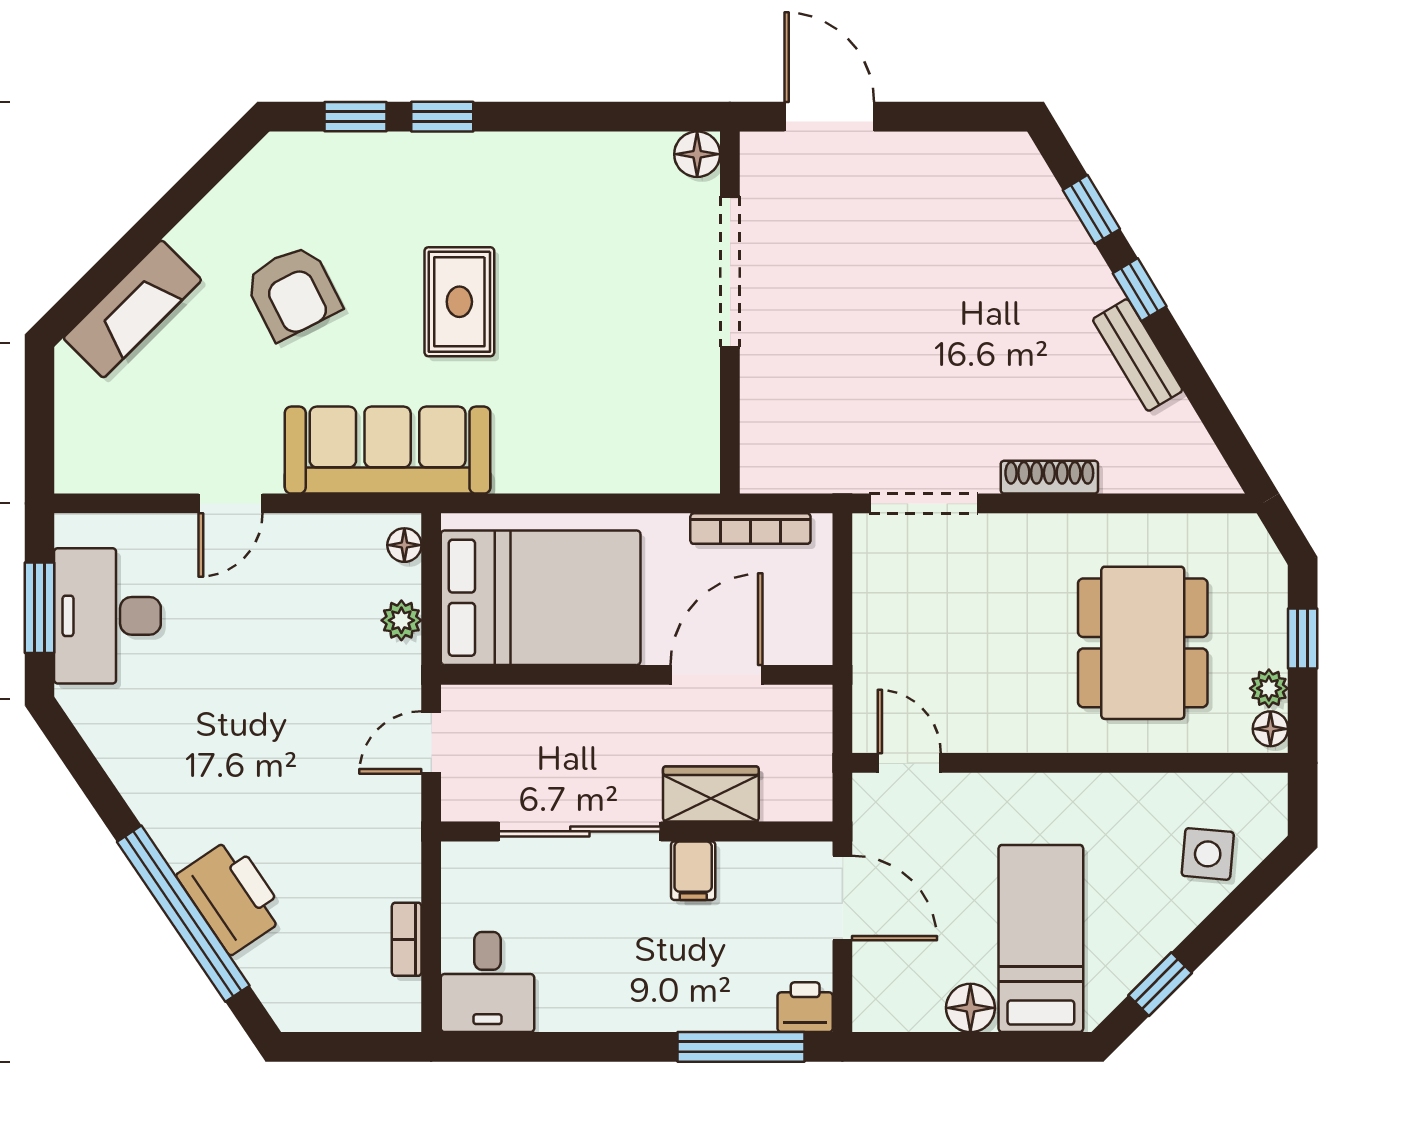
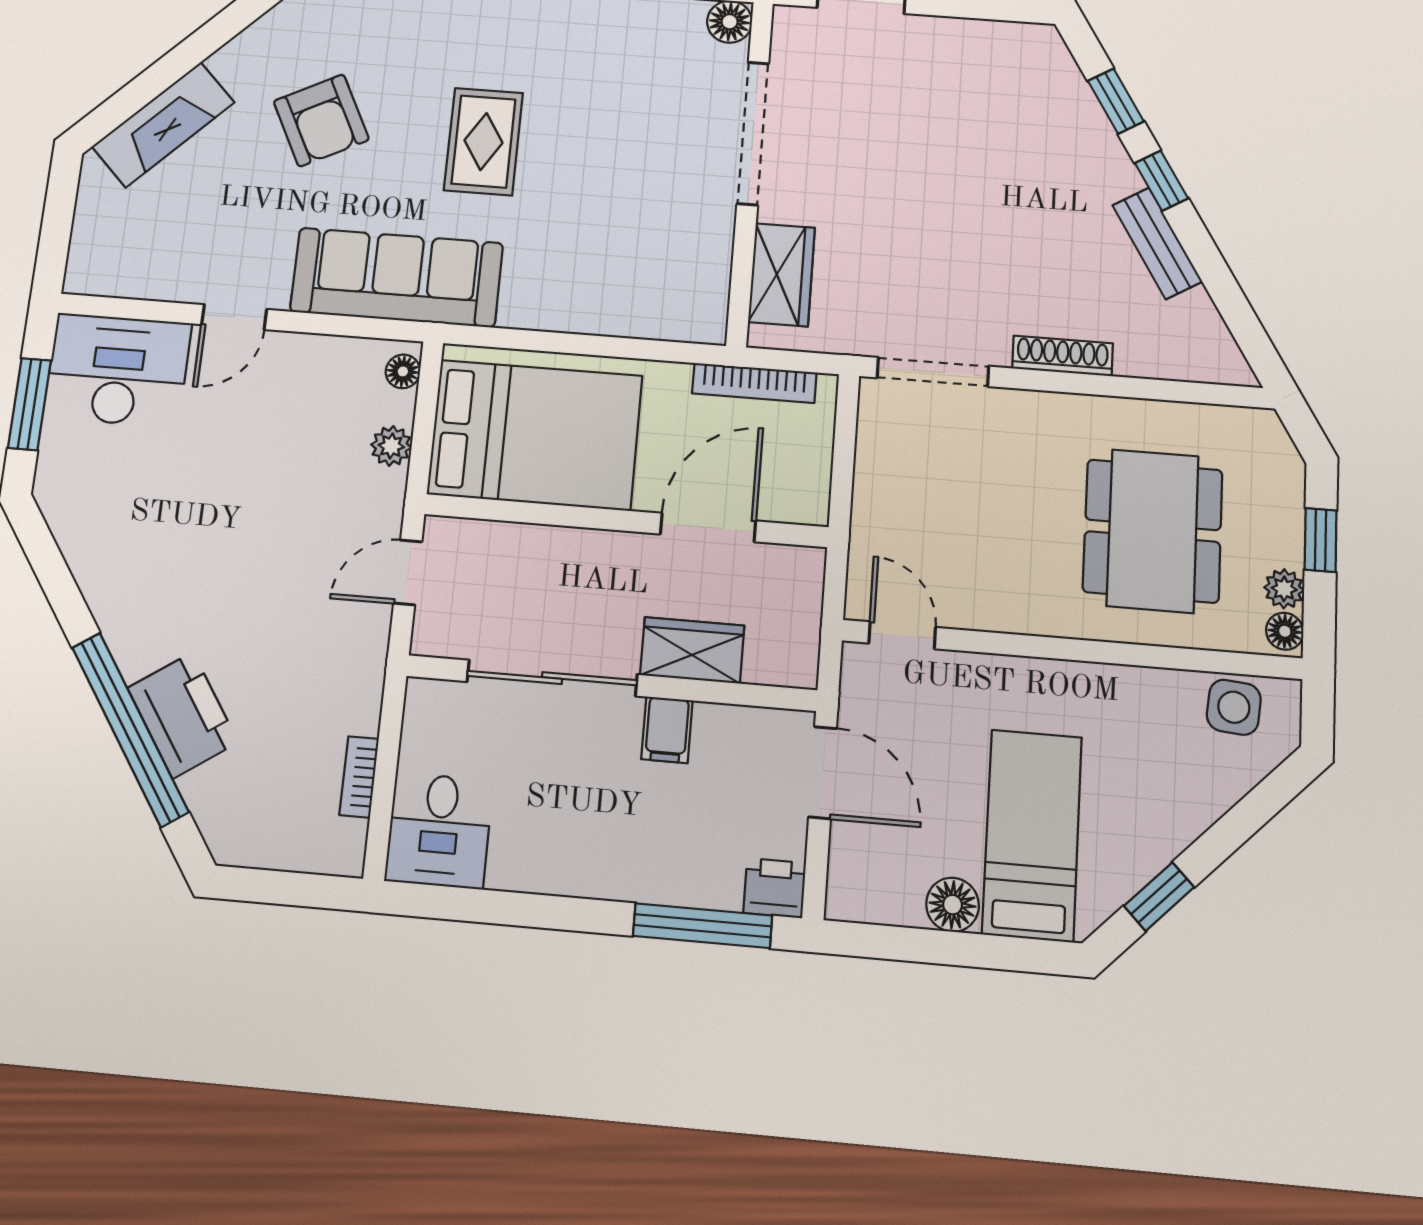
wardrobe: (769, 417) -> (782, 275), added
desk: (107, 616) -> (118, 370), moved, turned 90
side table: (1208, 854) -> (1234, 707), moved

